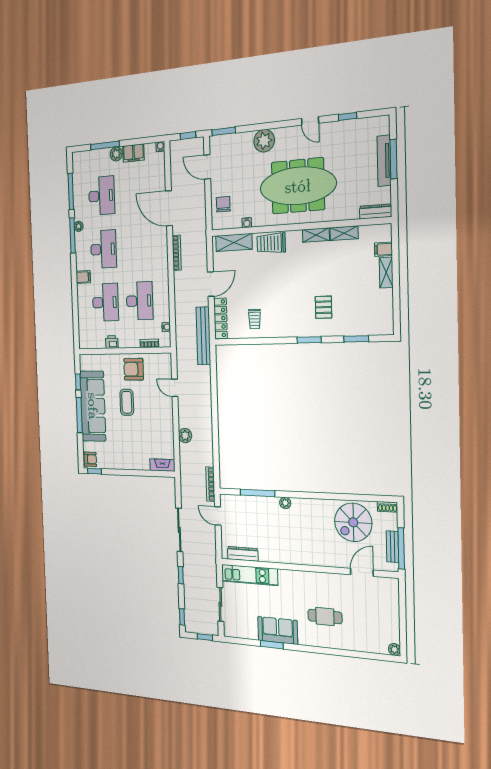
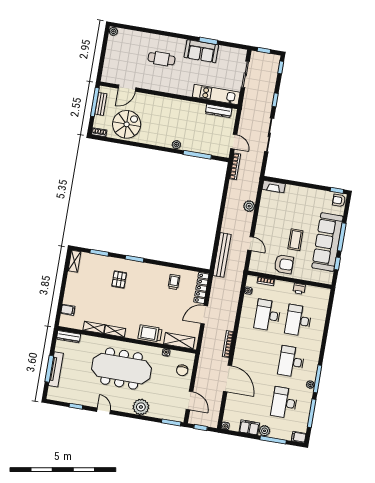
trolley: (271, 243) -> (150, 333), turned 180
shelving: (386, 273) -> (75, 261), moved
filing cabinet: (83, 277) -> (299, 437), moved
bench: (203, 336) -> (222, 255), moved

